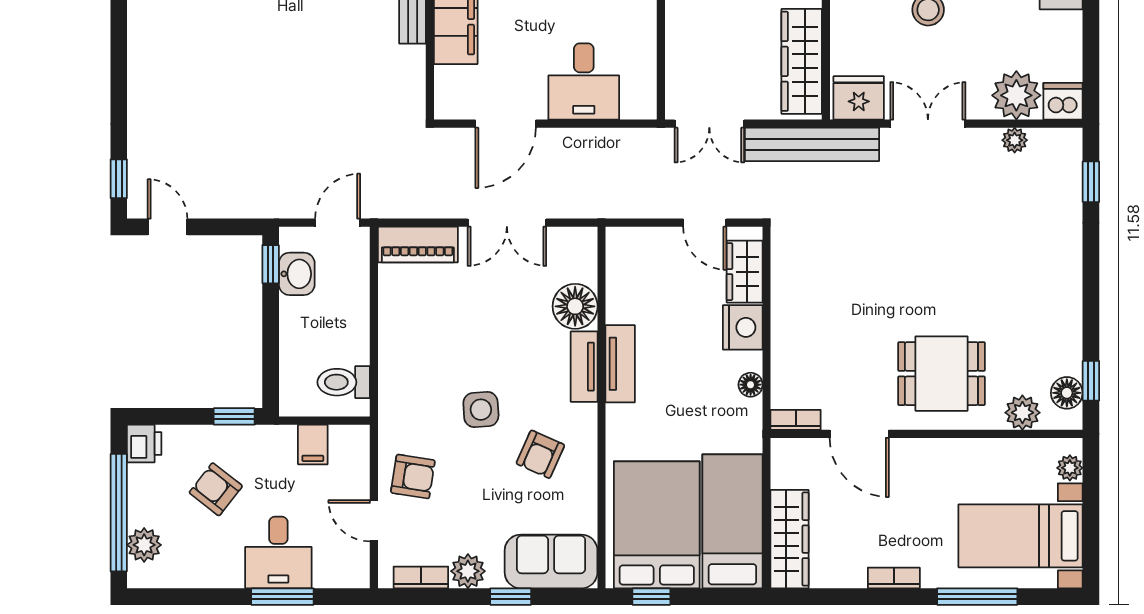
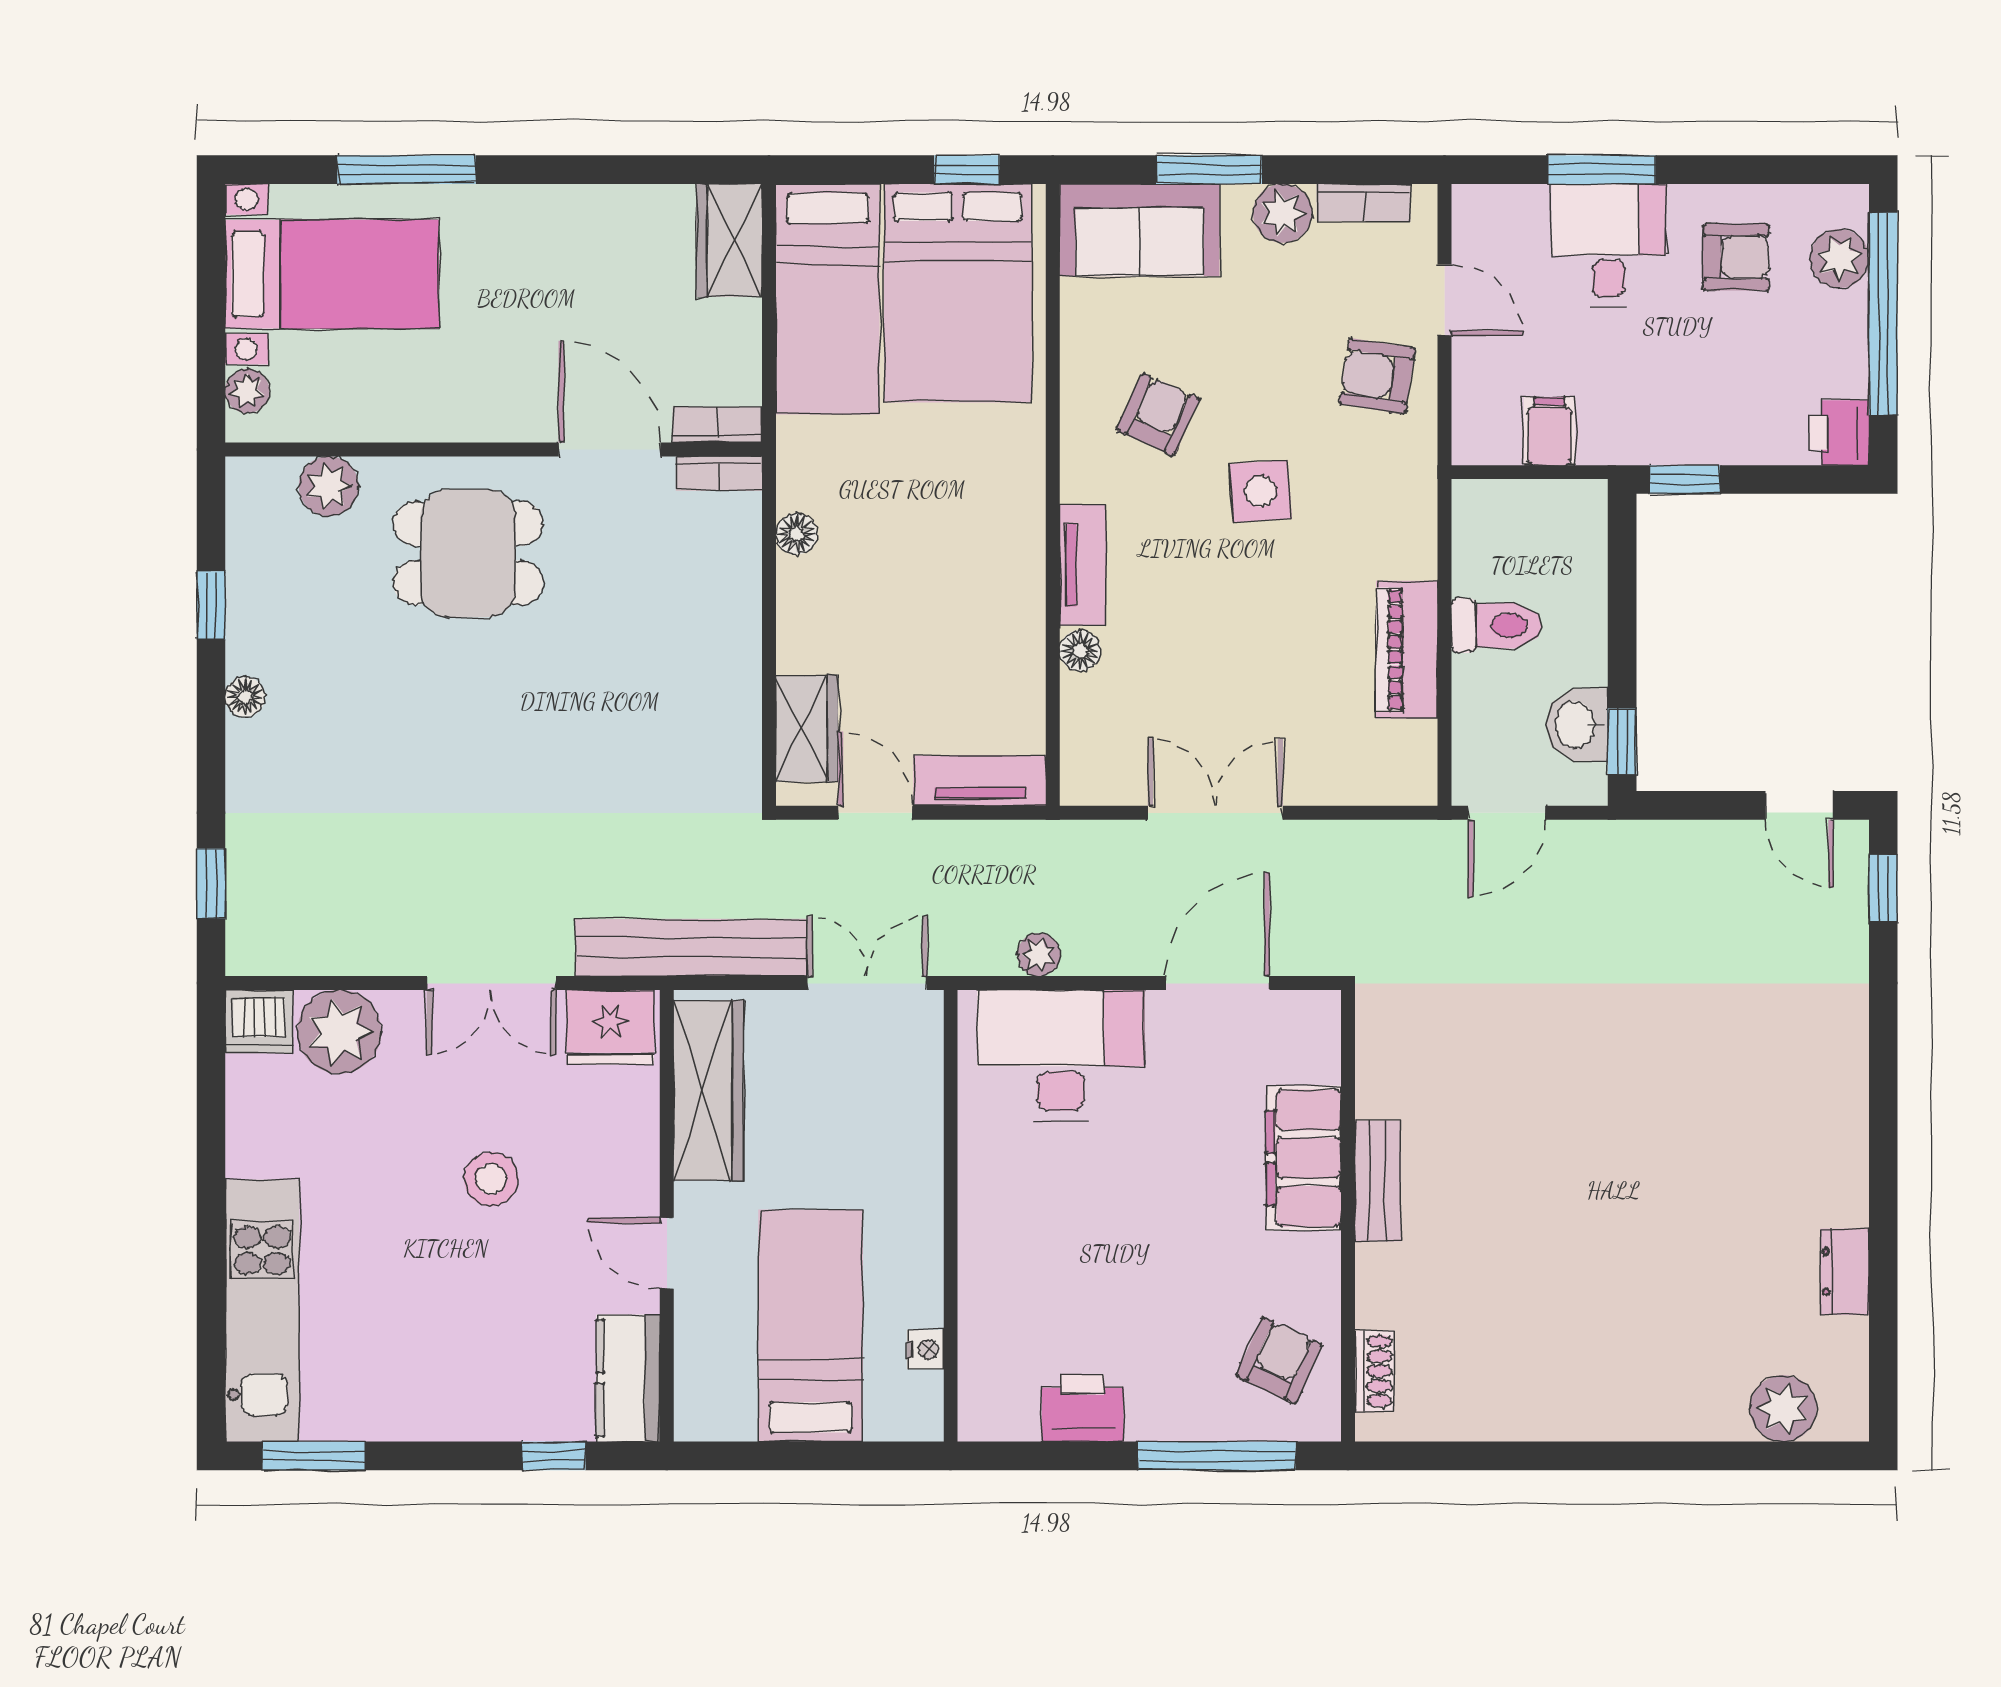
desk: (584, 82) -> (1061, 1056), width x1.37
plant: (1015, 140) -> (1039, 955), moved
piano: (418, 245) -> (1407, 650), moved, turned -90
floor lamp: (575, 306) -> (1080, 651), width x0.53, depth x0.53
nightstand: (743, 327) -> (810, 633), removed
tv unit: (620, 364) -> (980, 781), moved, turned 90
window: (1091, 381) -> (211, 605), moved
toilet: (344, 382) -> (1496, 626), moved
floor lamp: (1067, 393) -> (245, 697), moved, width x0.73, depth x0.73
armchair: (216, 489) -> (1736, 257), moved, turned -38
wardrobe: (790, 539) -> (729, 240), width x0.67
bookcase: (894, 578) -> (717, 425), moved, turned 180
window: (511, 597) -> (1209, 170), width x1.50

